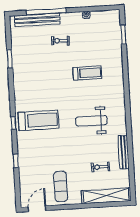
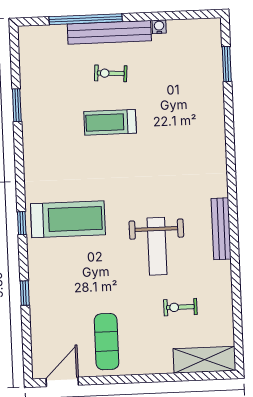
bench: (37, 20) -> (109, 32), moved
treadmill: (87, 73) -> (110, 122), moved, turned 180
weight bench: (91, 121) -> (157, 246), moved, turned -90
bench: (123, 152) -> (221, 229), moved
shelving: (106, 196) -> (204, 360), width x0.68

